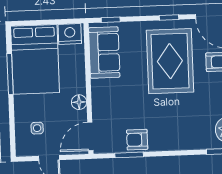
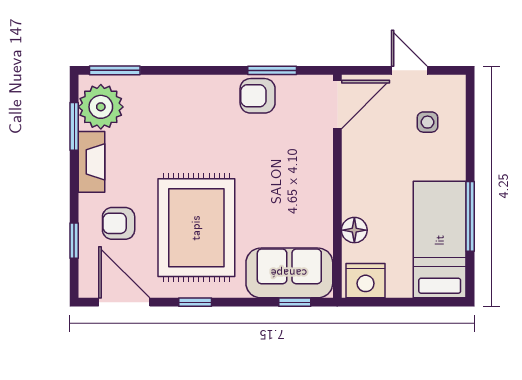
sofa: (104, 52) -> (289, 273), moved, turned 90
bed: (35, 59) -> (440, 240), width x0.67
floor lamp: (79, 102) -> (354, 230), moved
armchair: (137, 140) -> (258, 96), turned 180

